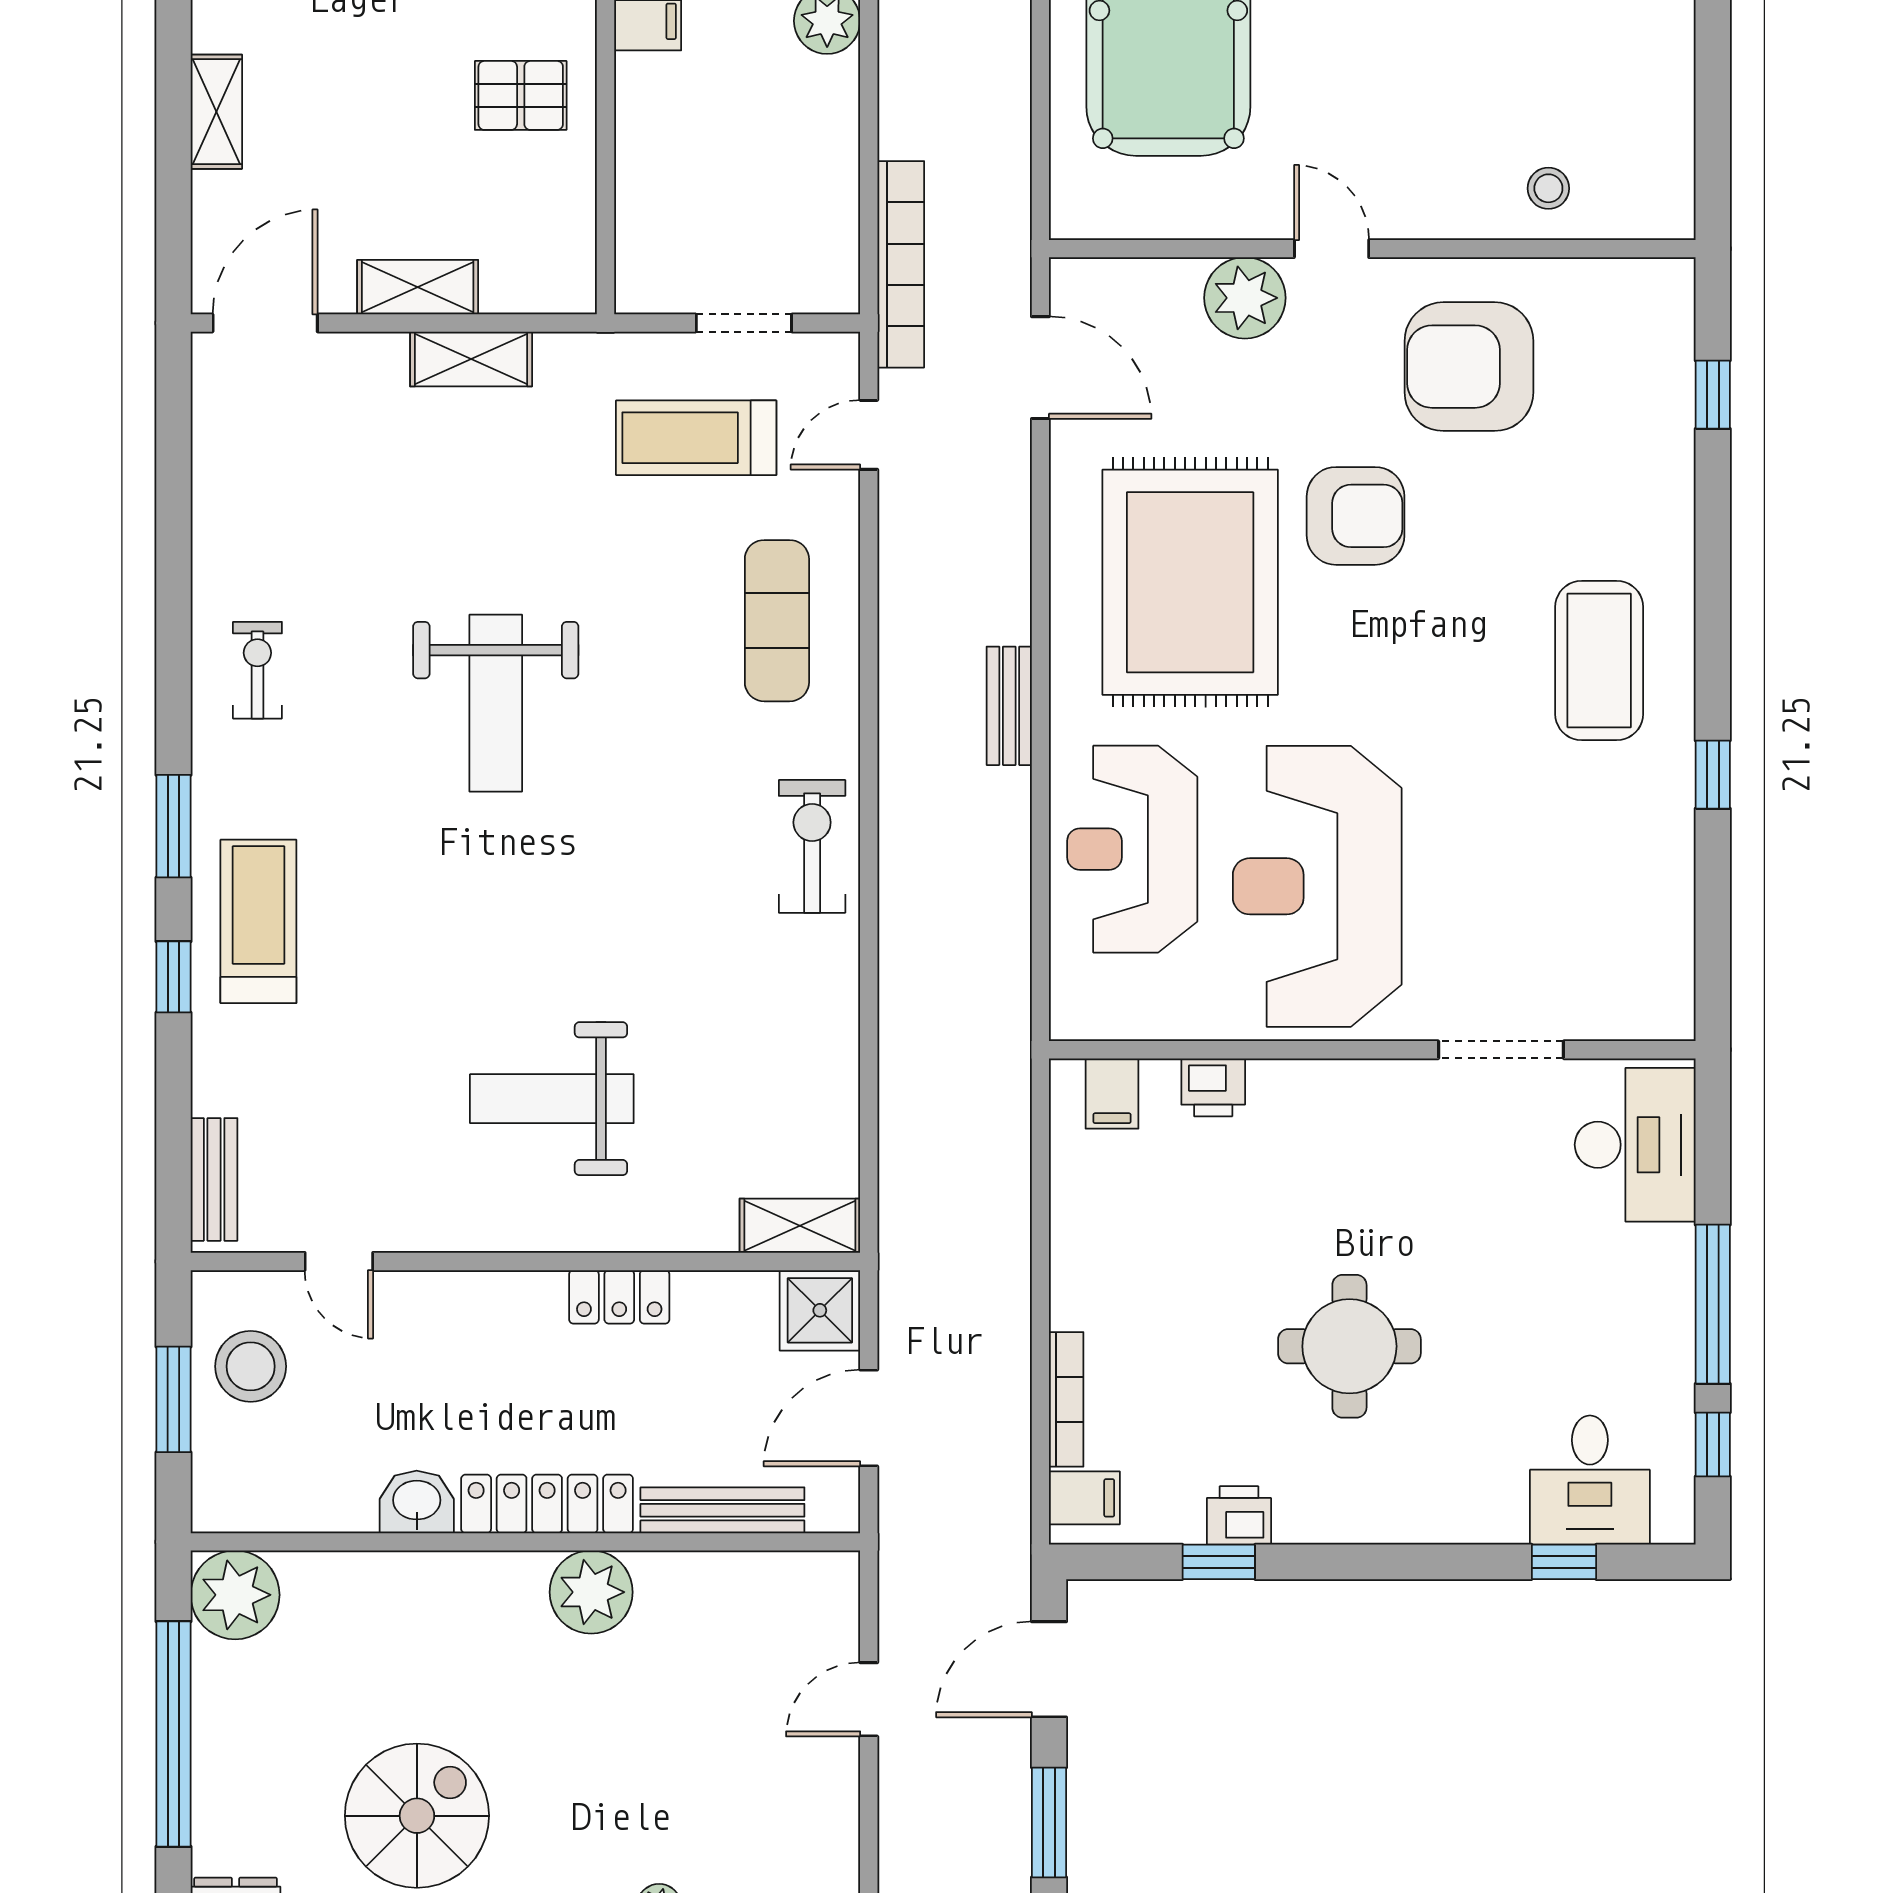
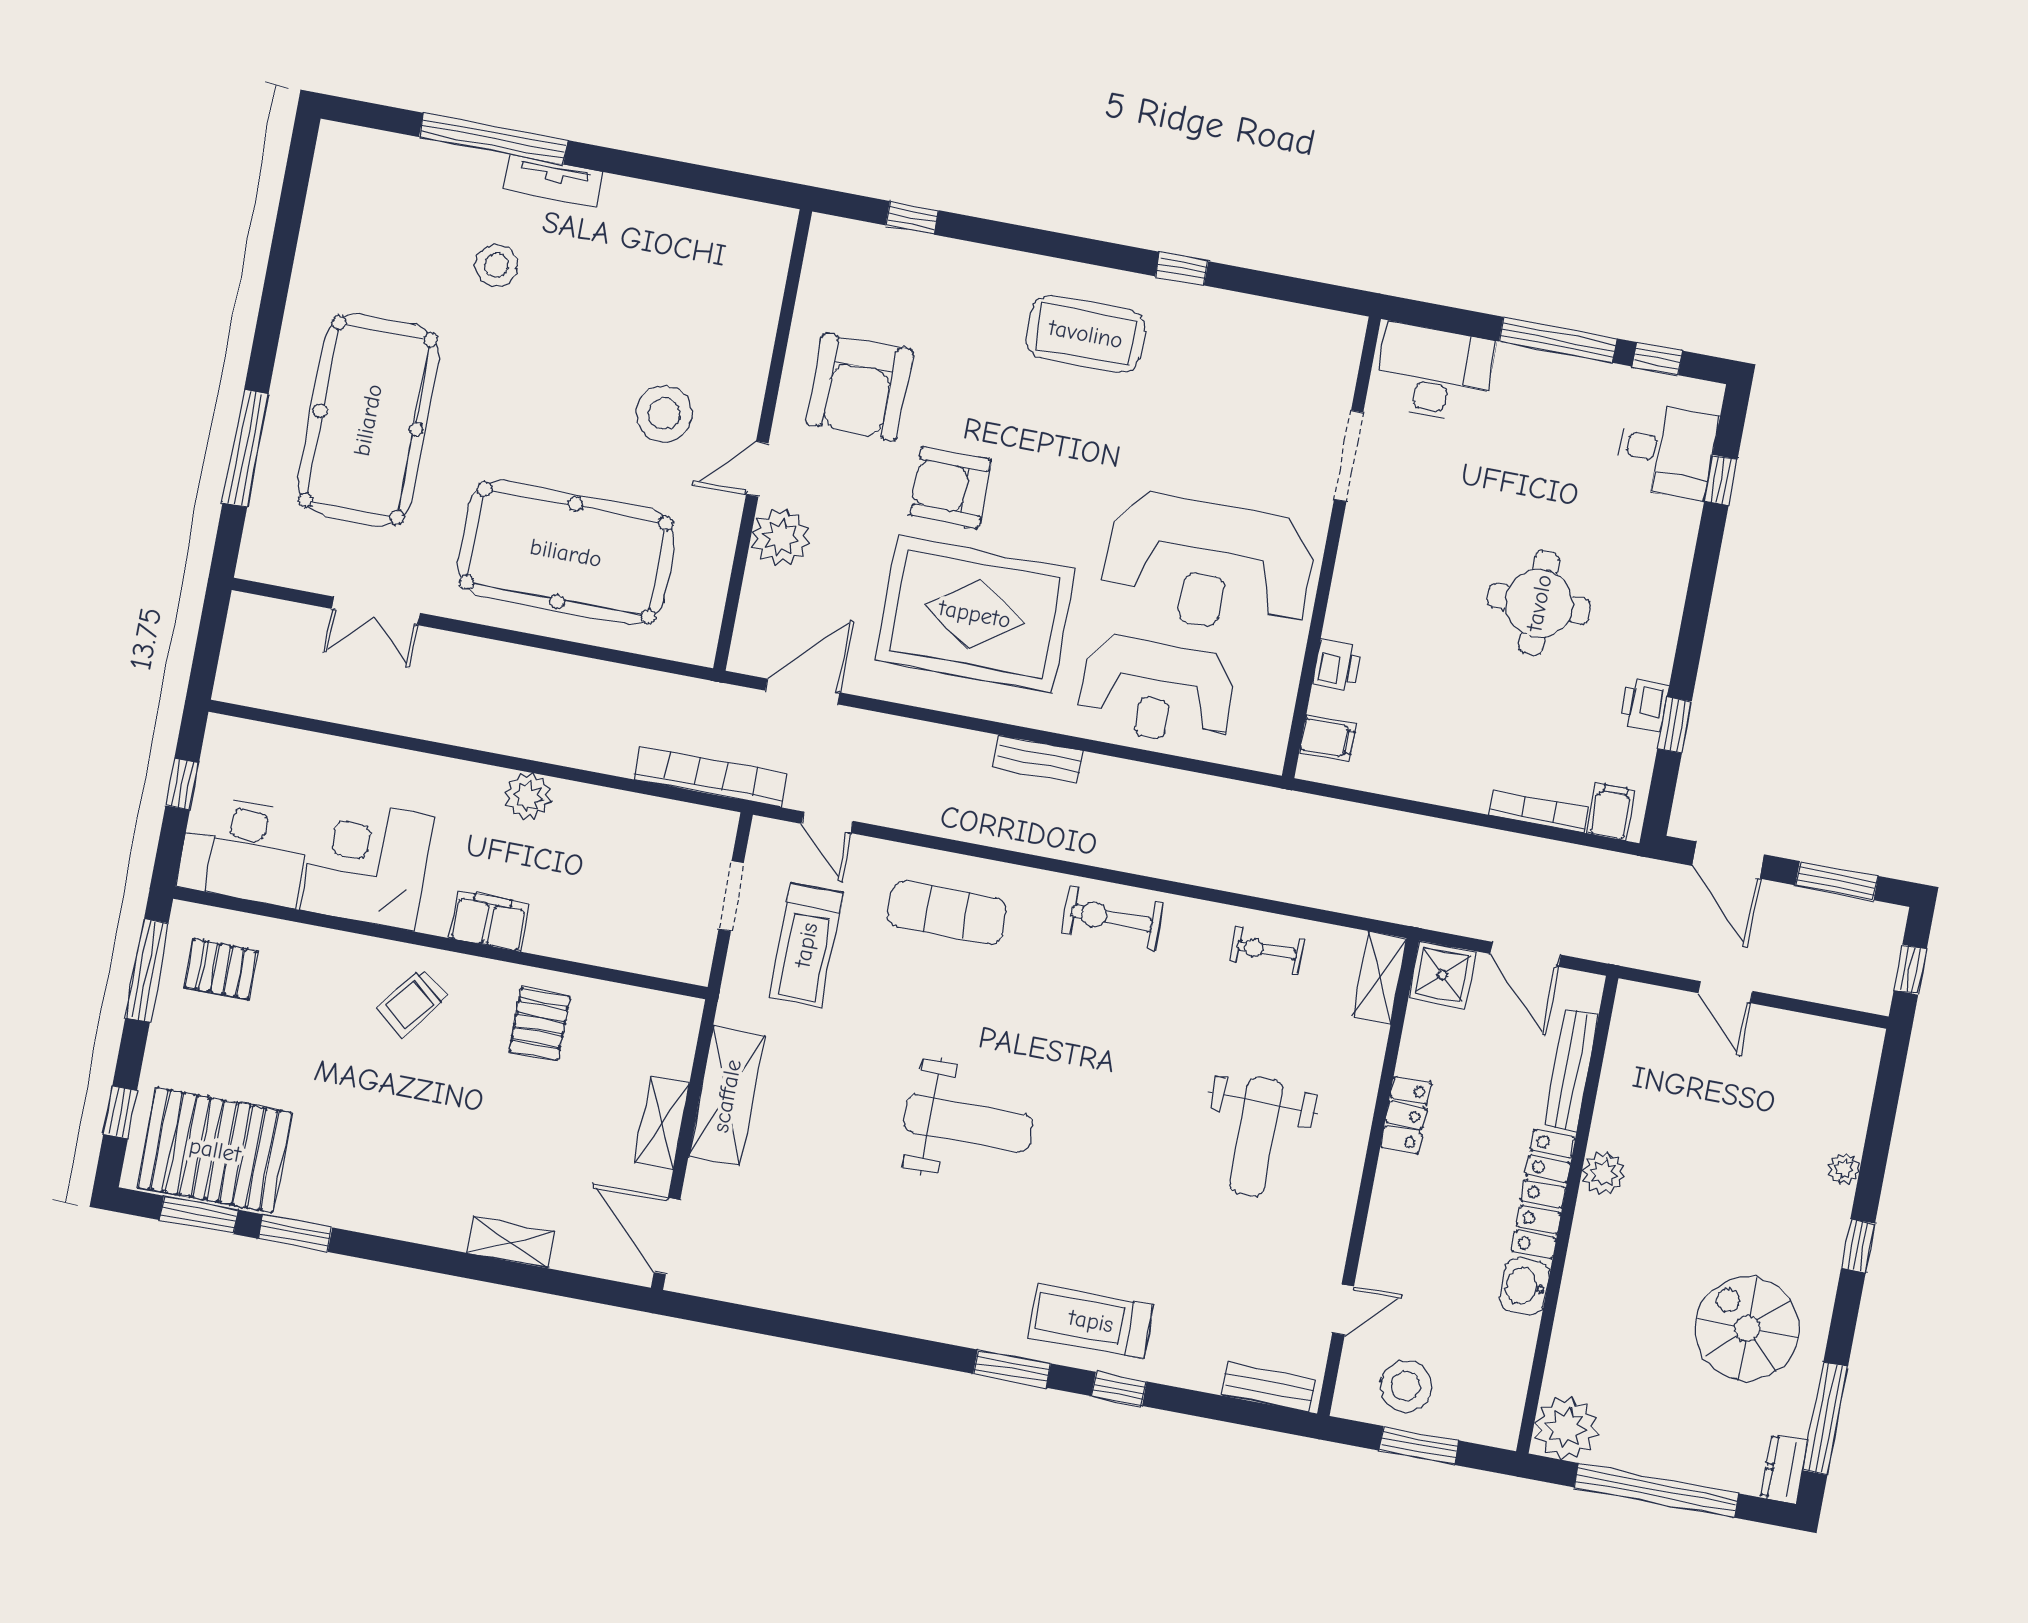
stool: (1548, 188) -> (664, 414), moved, width x1.89, depth x1.89
shelving: (471, 359) -> (727, 1096), width x1.50, depth x1.33
armchair: (1356, 516) -> (950, 488), turned -90
exercise bike: (257, 670) -> (1267, 950), moved
plant: (591, 1592) -> (1604, 1173), width x0.73, depth x0.73

